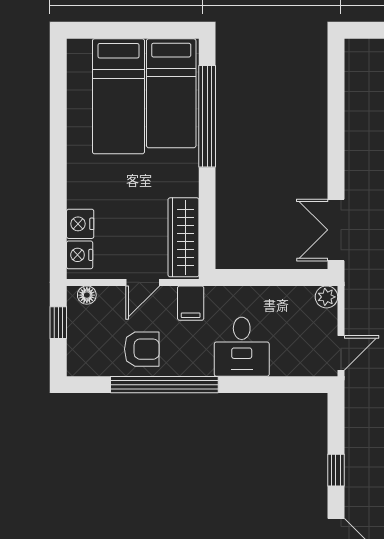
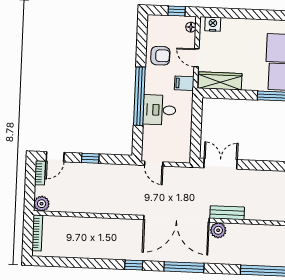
nightstand: (80, 224) -> (230, 25), removed
plant: (326, 297) -> (184, 157), removed
armchair: (142, 349) -> (160, 56), turned -90
window: (164, 385) -> (139, 96), moved

